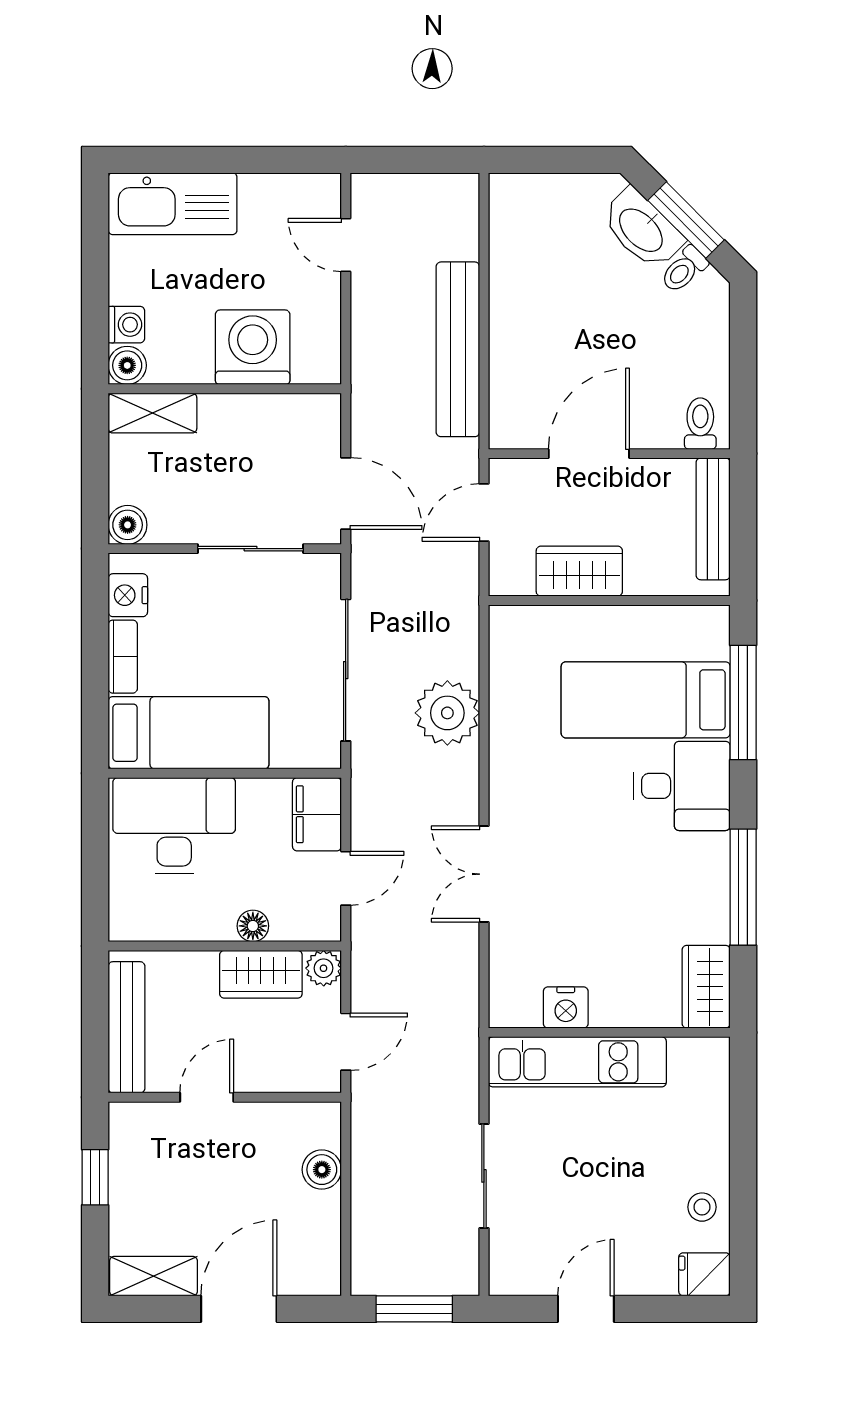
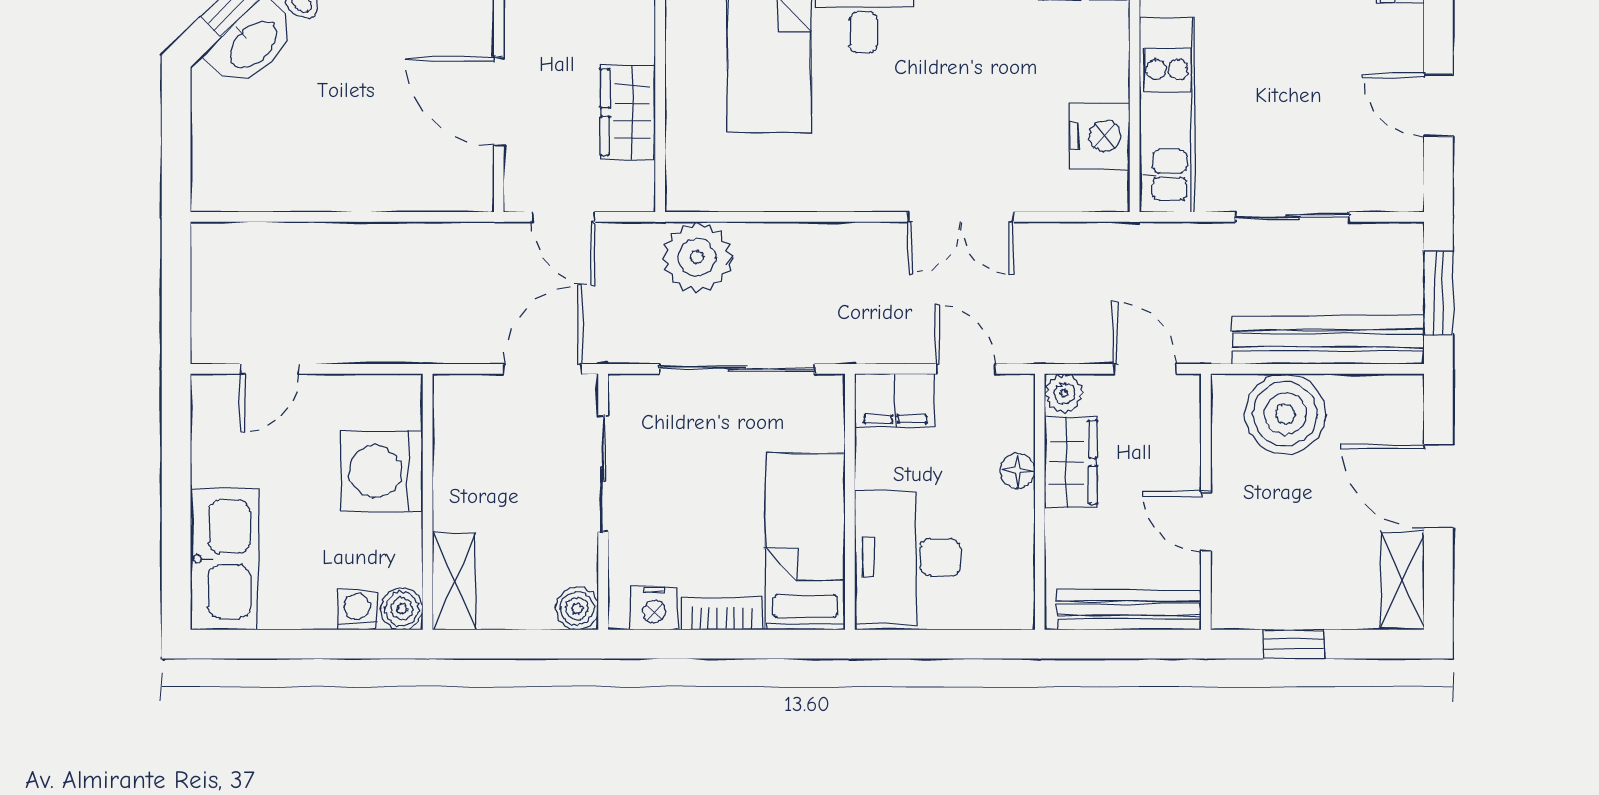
bench: (458, 349) -> (1328, 340), moved
plant: (447, 713) -> (697, 257), moved
nightstand: (566, 1007) -> (1100, 136), width x1.36, depth x1.33
boiler: (322, 1170) -> (1285, 414), width x1.86, depth x1.86

